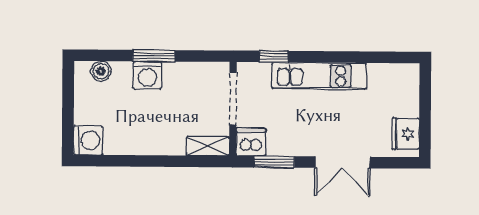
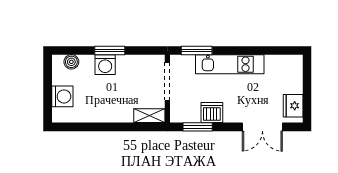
window: (274, 57) -> (197, 50), width x1.50
washing machine: (88, 140) -> (62, 96), moved
dishwasher: (251, 142) -> (212, 113), moved
double door: (342, 162) -> (262, 127), moved

